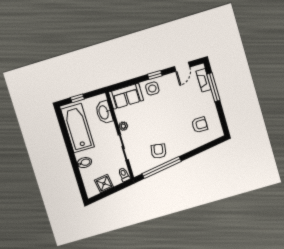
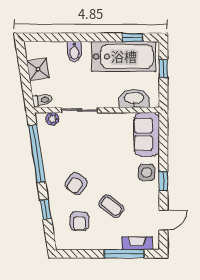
door: (182, 67) -> (163, 220), swing flipped
coffee table: (183, 106) -> (111, 206), added
window: (63, 126) -> (133, 37), added
plant: (123, 126) -> (52, 119), moved
window: (198, 150) -> (46, 209), added
armchair: (159, 151) -> (76, 183), moved, turned 116

